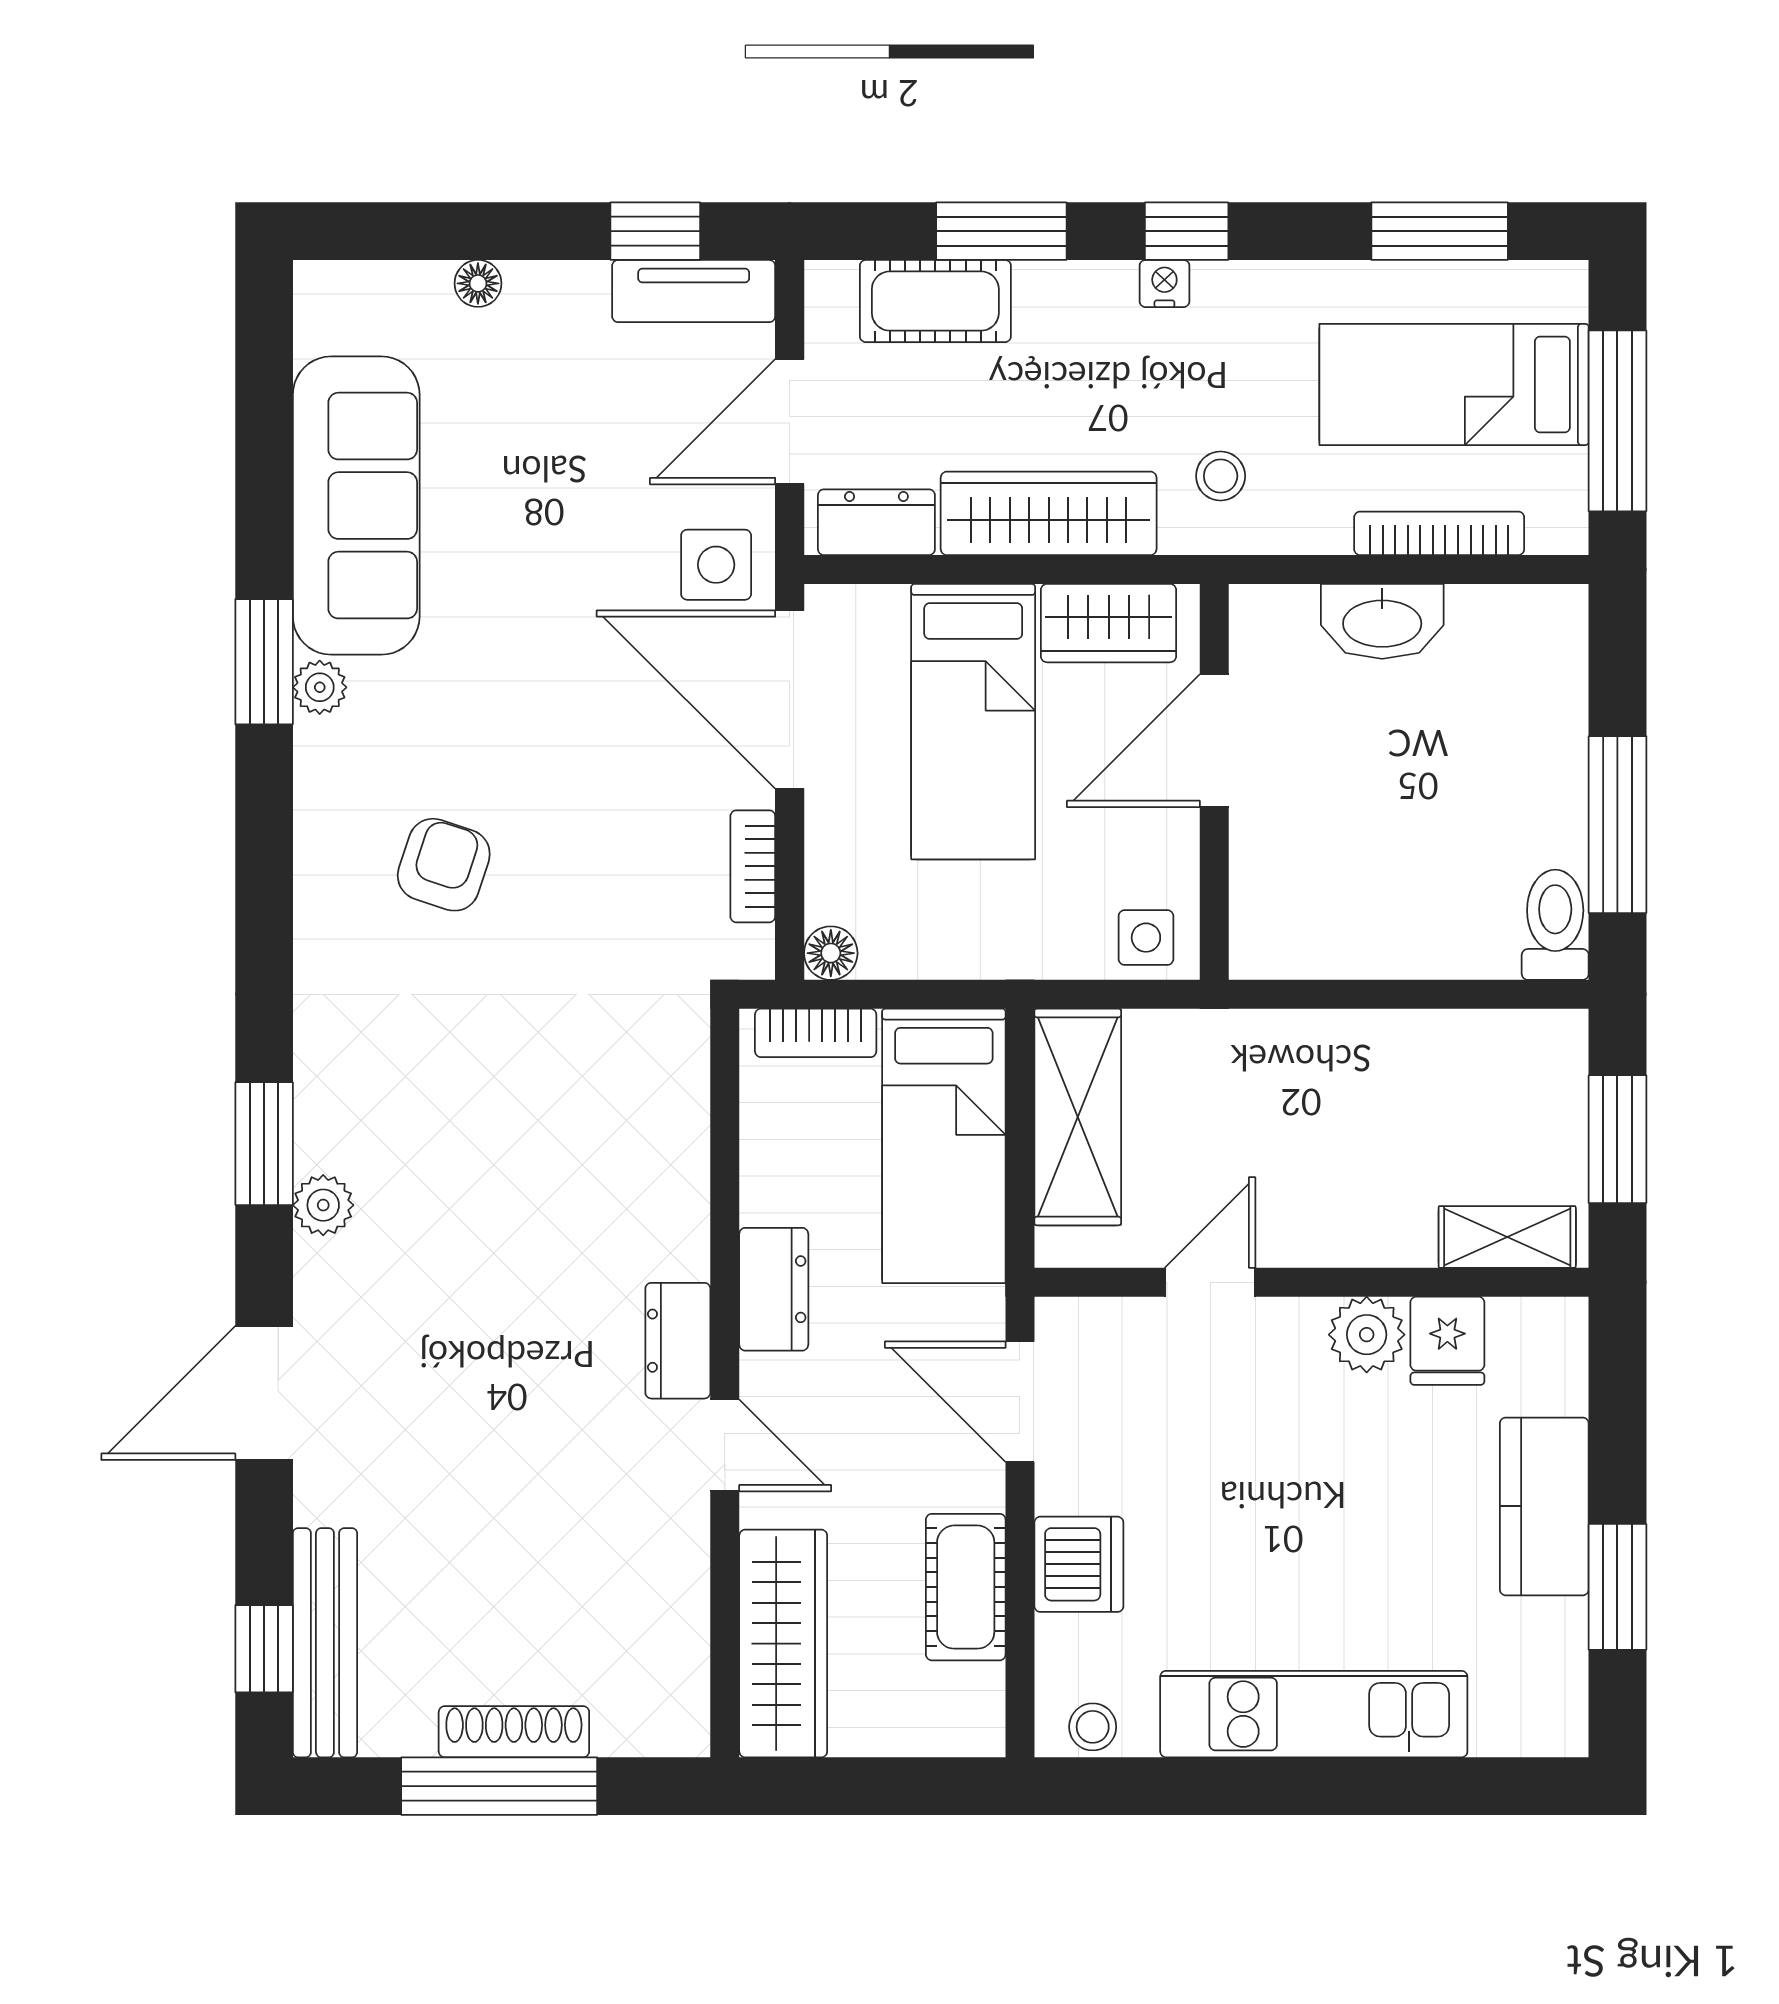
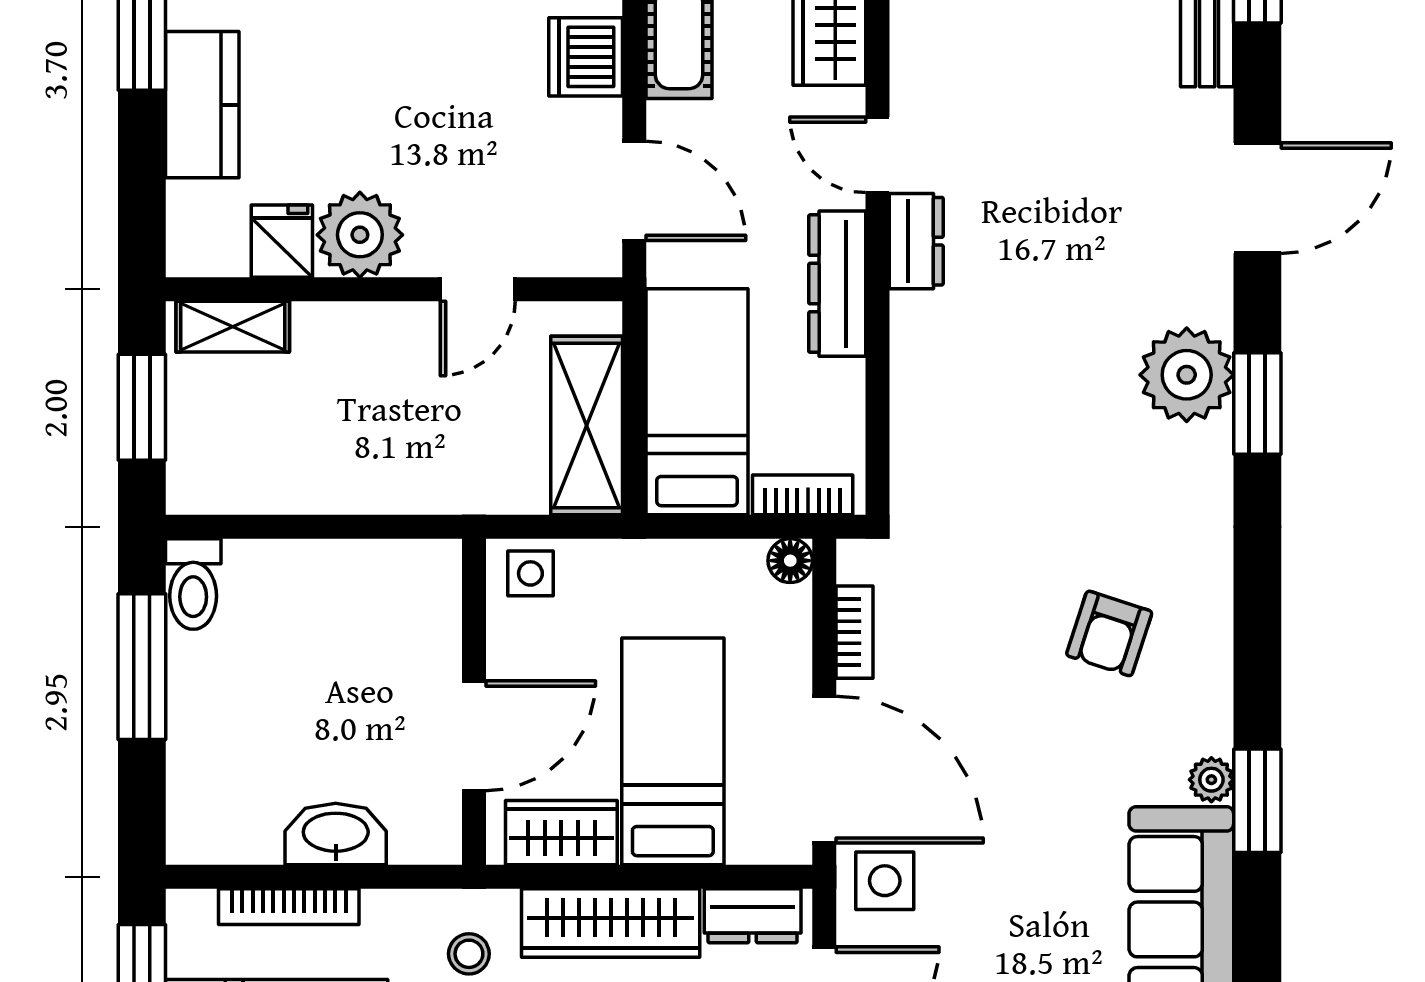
plant: (323, 1205) -> (1187, 375), width x1.87, depth x1.87
dresser: (774, 1289) -> (837, 284), width x1.44
plant: (1367, 1335) -> (360, 235), width x1.36, depth x1.36

